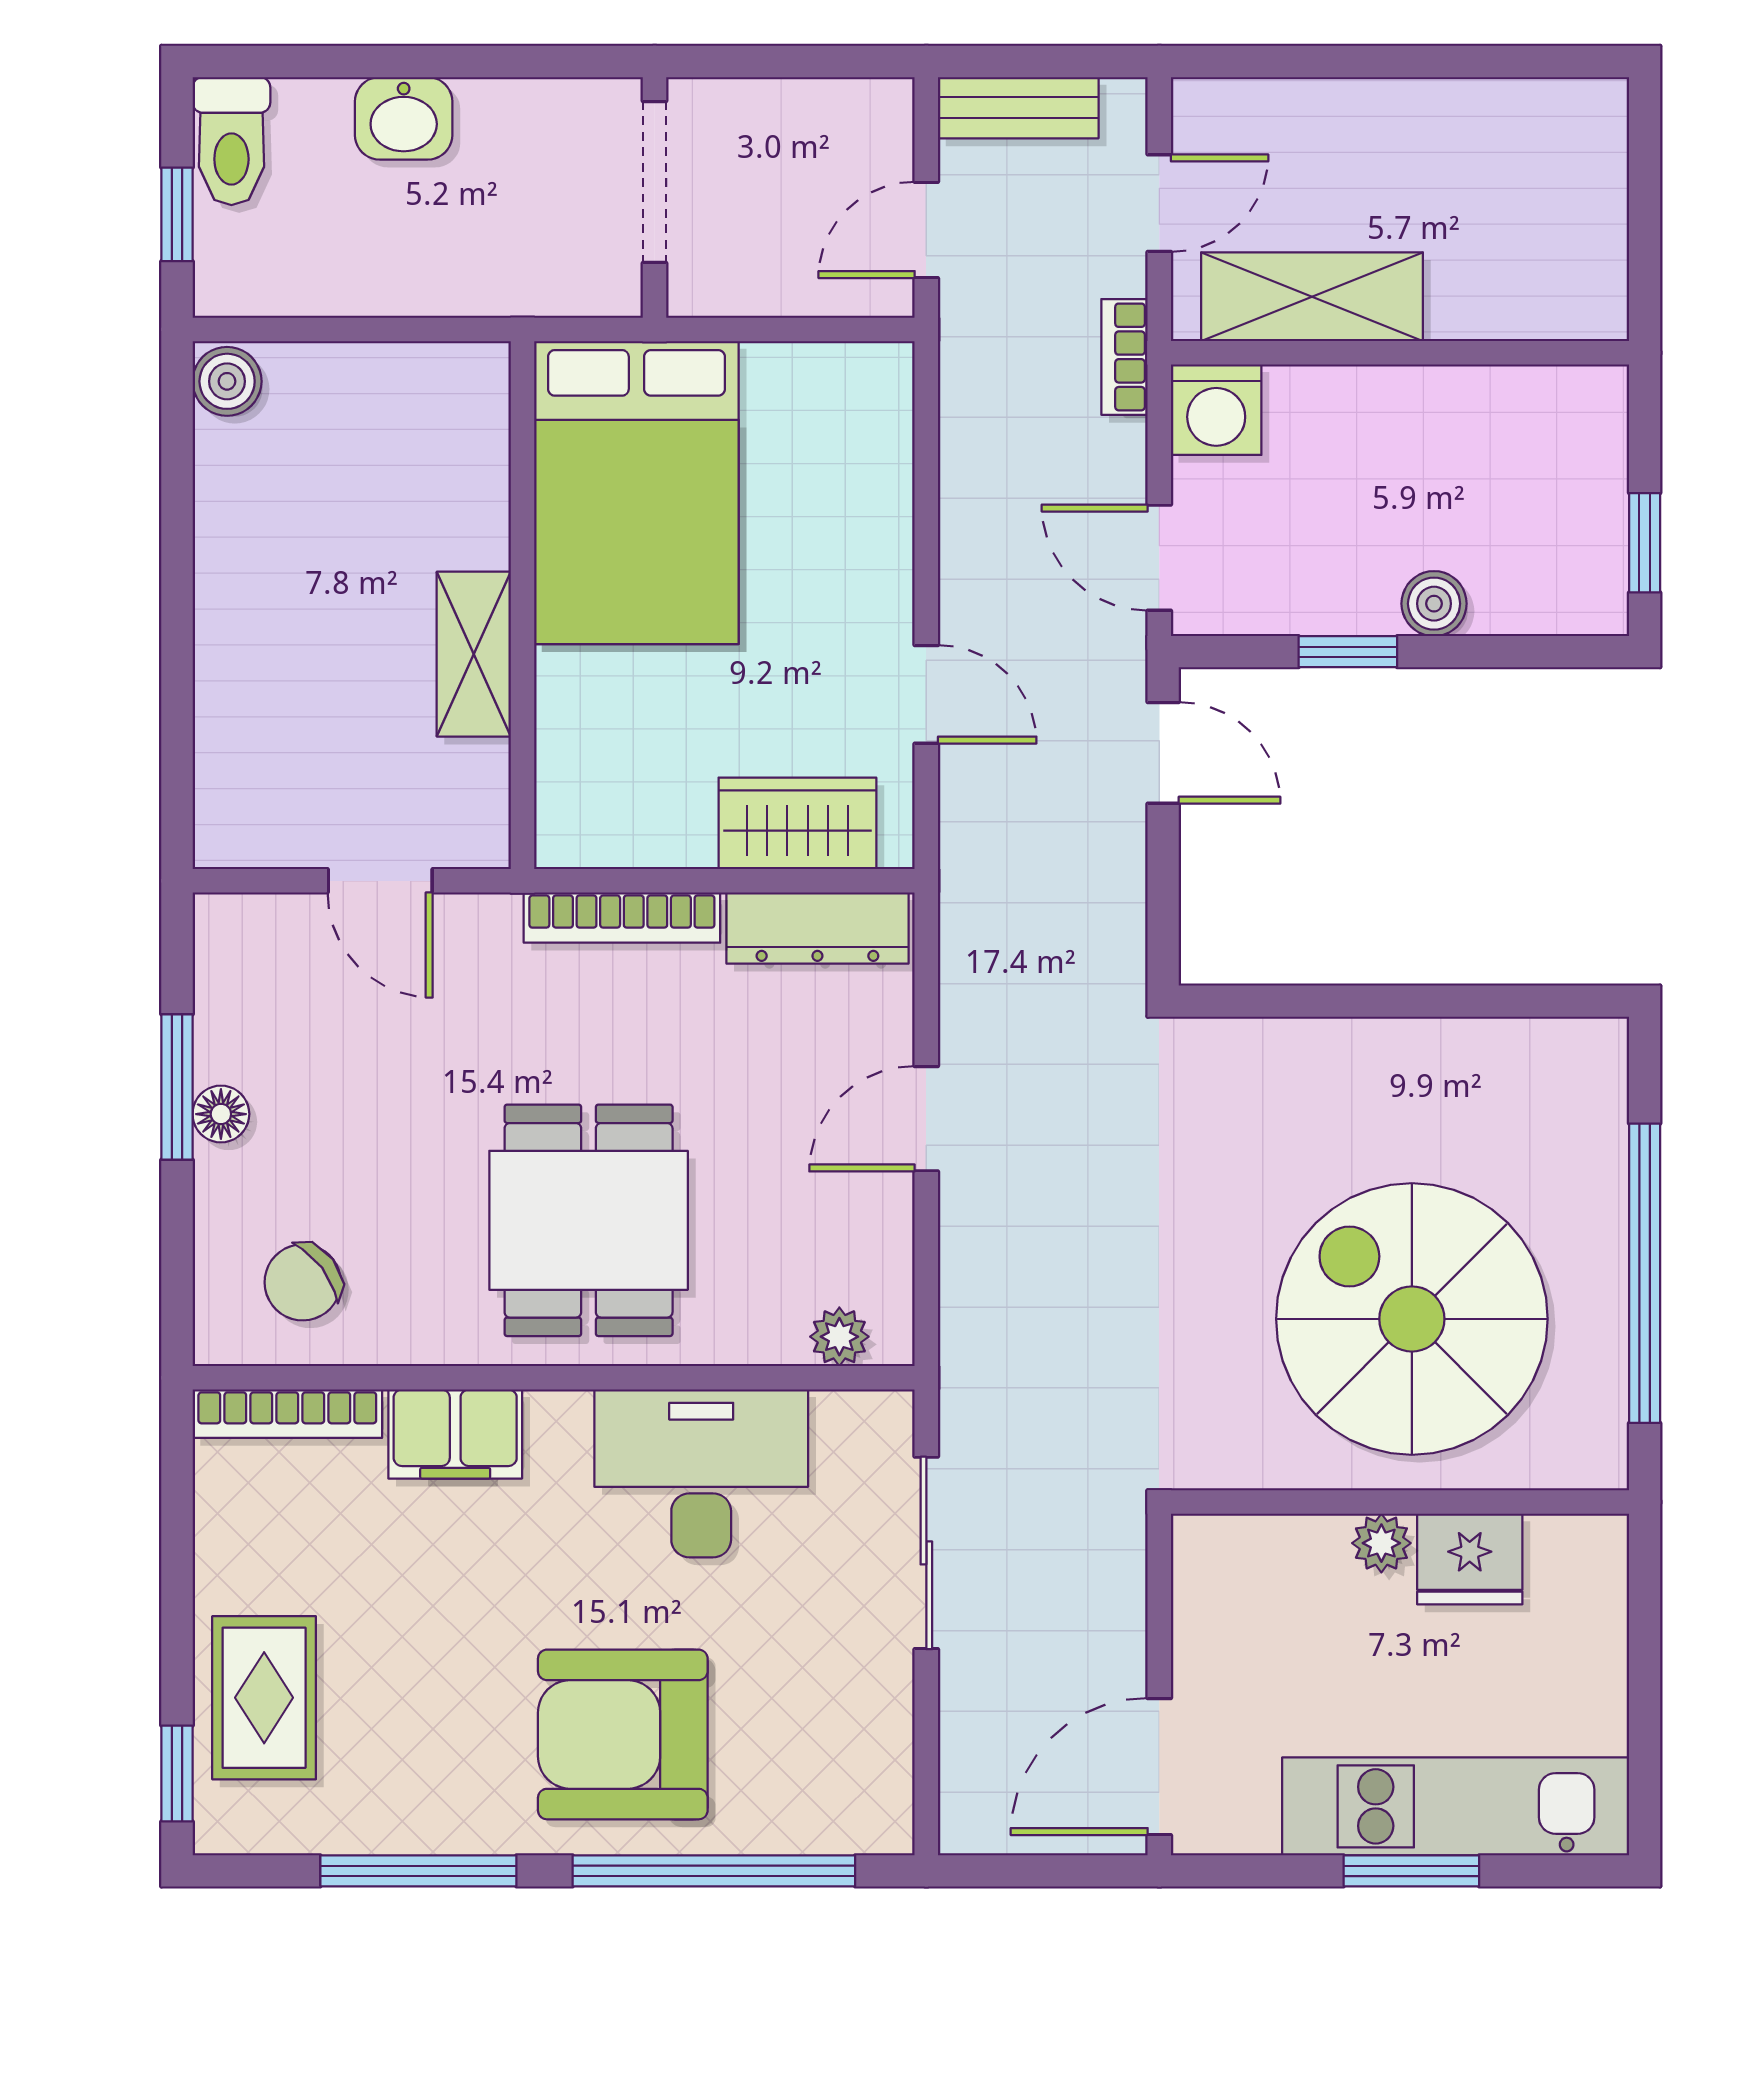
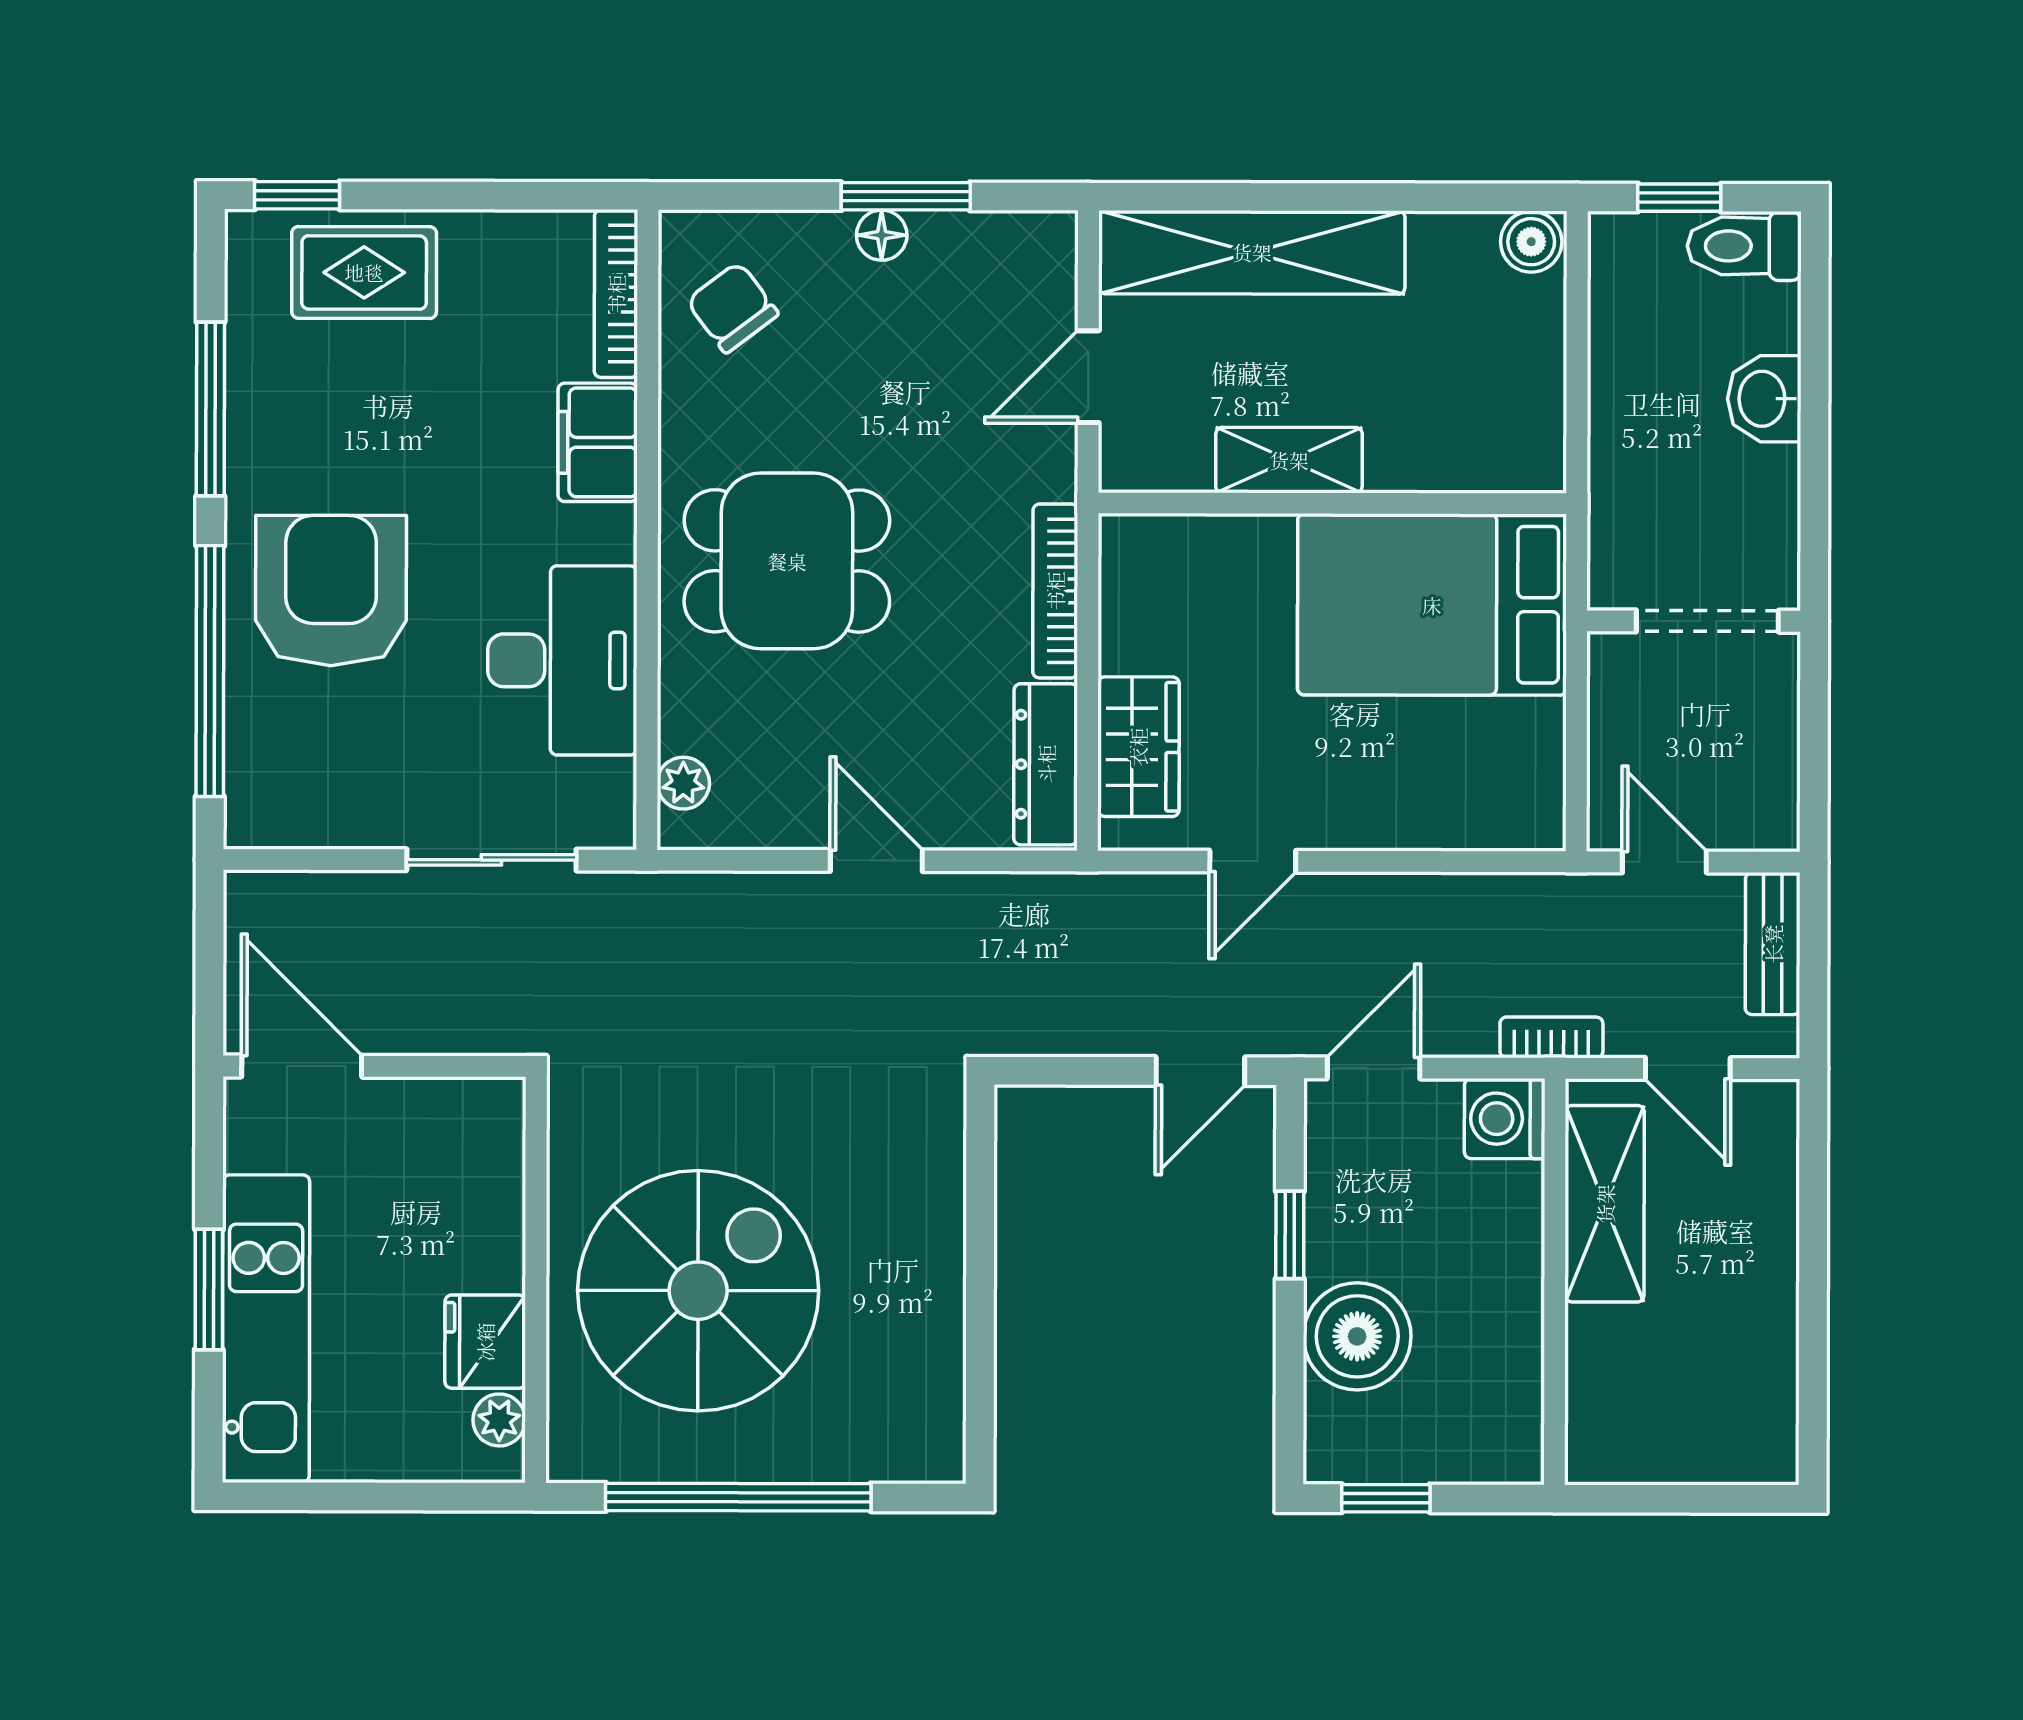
boiler: (1434, 604) -> (1357, 1336), width x1.86, depth x1.86
shelving: (240, 696) -> (1252, 252), added
plant: (1381, 1543) -> (499, 1420), moved

